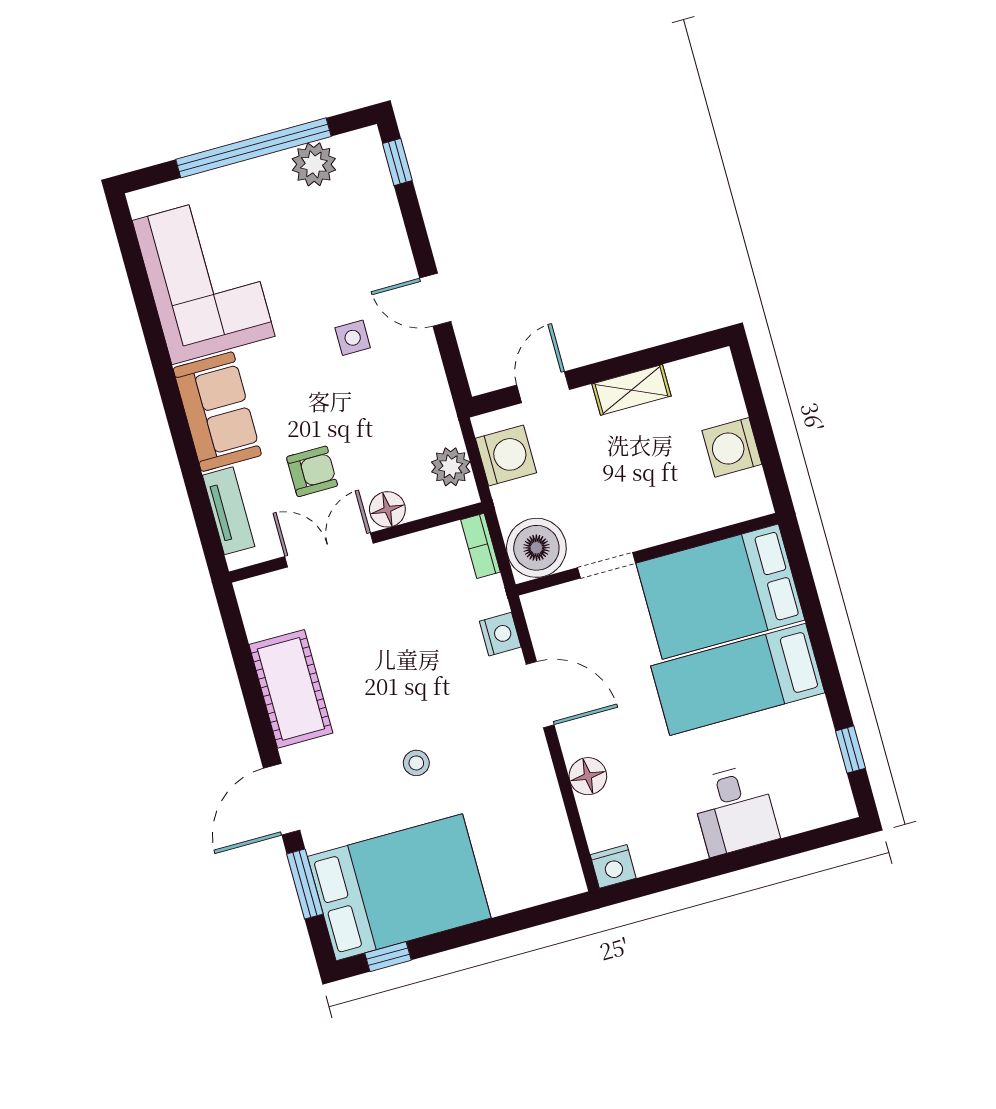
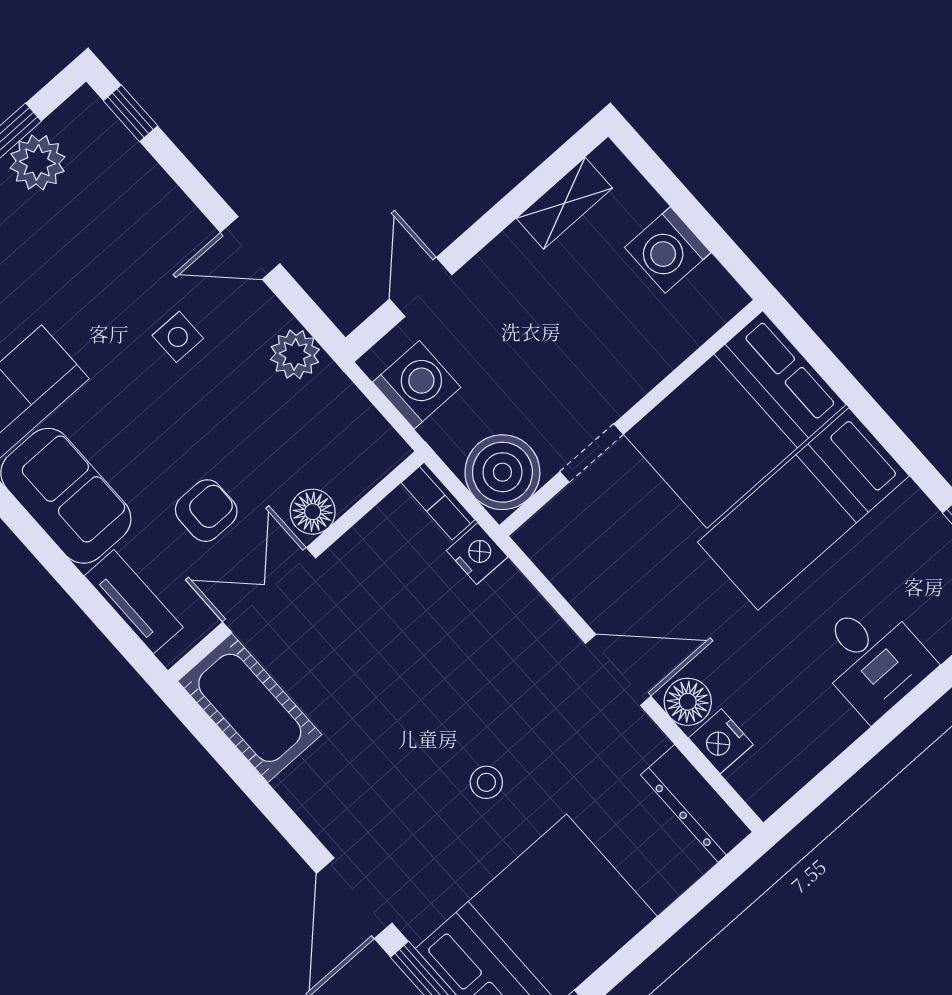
shelving: (631, 390) -> (564, 203), moved
plant: (451, 467) -> (295, 354), moved
nightstand: (500, 634) -> (477, 554), moved
cot: (291, 689) -> (250, 708), moved
door: (540, 695) -> (618, 670), moved
dresser: (558, 852) -> (696, 803), added
nightstand: (613, 866) -> (721, 741), moved, turned 90

